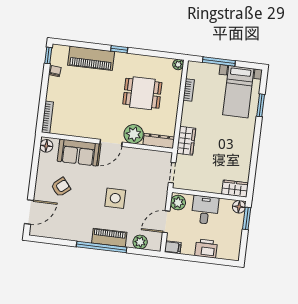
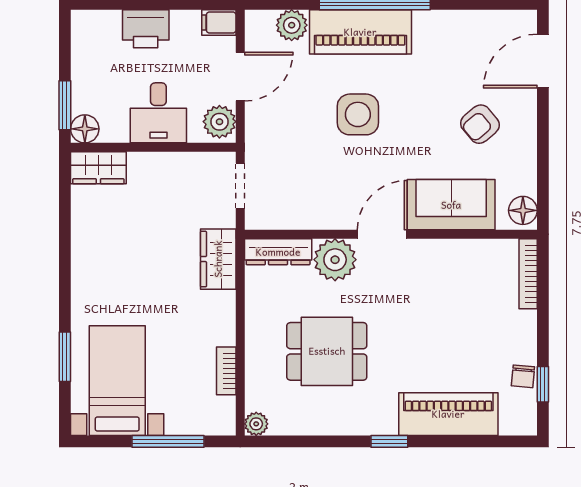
window: (48, 55) -> (543, 384), moved
piano: (109, 238) -> (360, 32), width x1.37, depth x1.33

